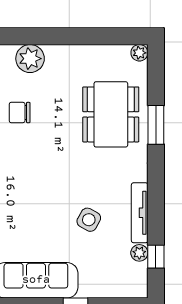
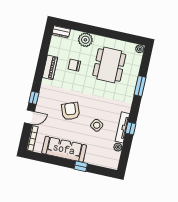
dining table: (111, 114) -> (109, 65), moved
armchair: (32, 203) -> (71, 111), added
window: (156, 257) -> (131, 128), moved

